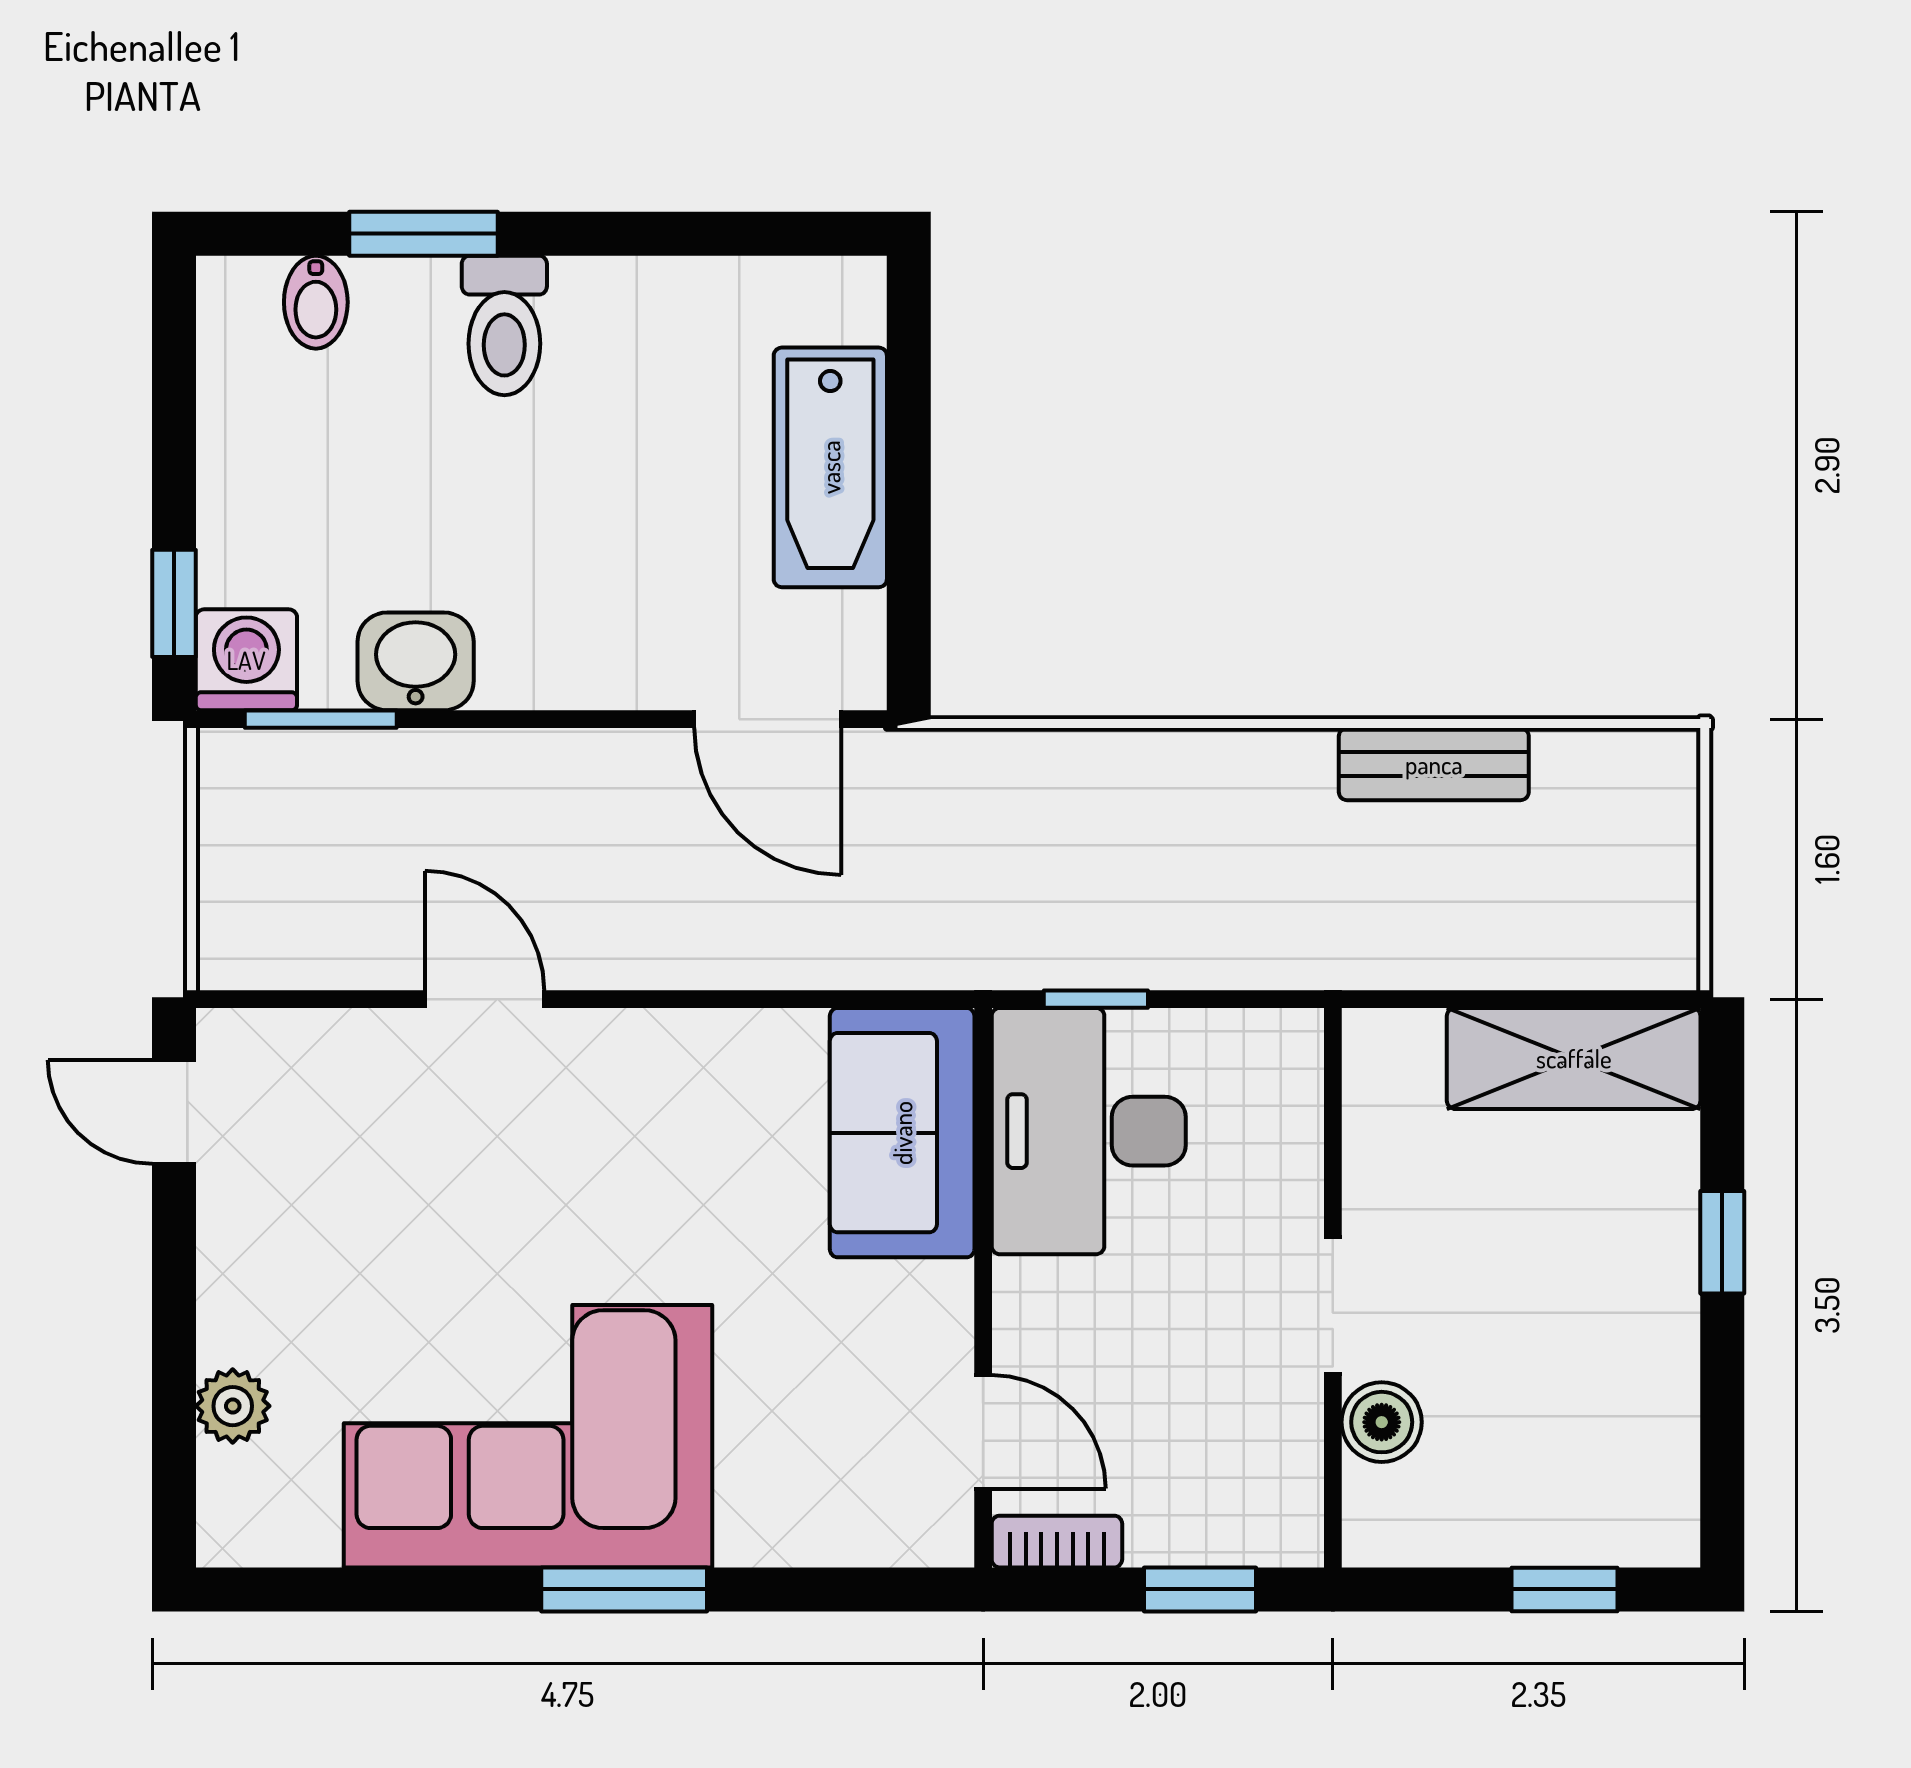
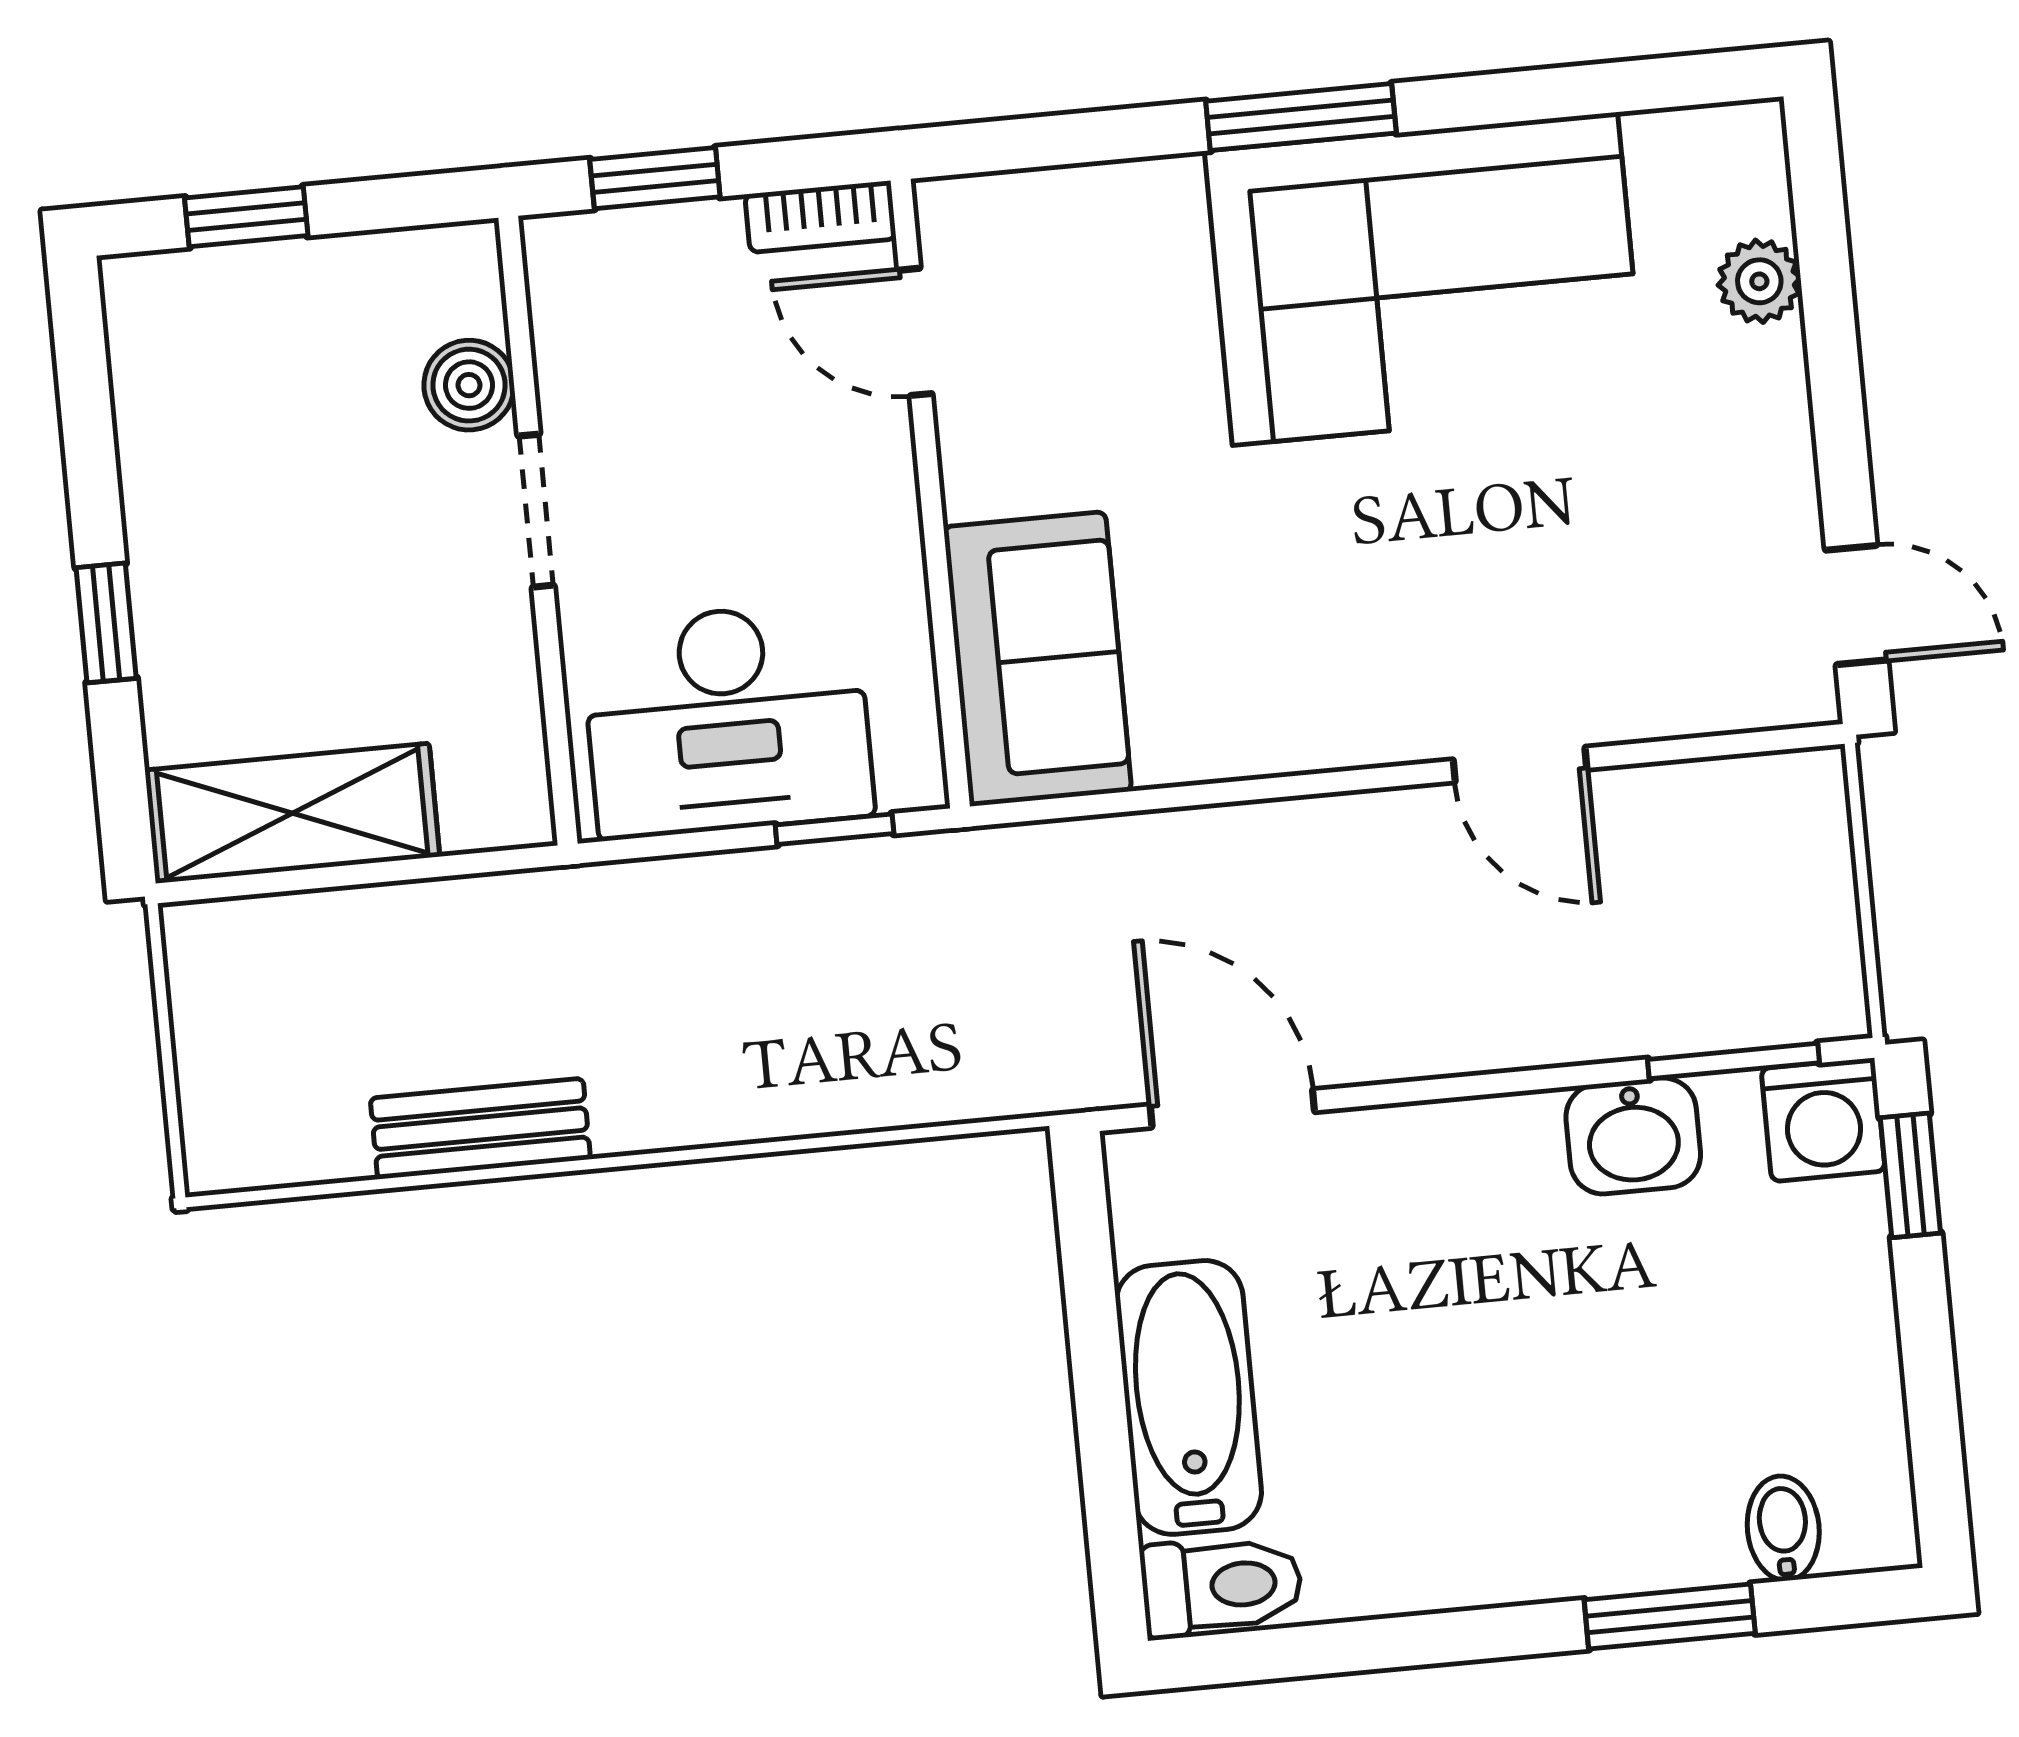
toilet: (504, 325) -> (1222, 1586), moved, turned 90
desk: (1089, 1131) -> (727, 720), moved, turned 90

